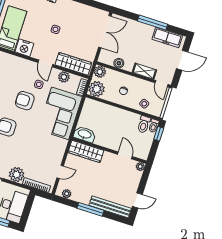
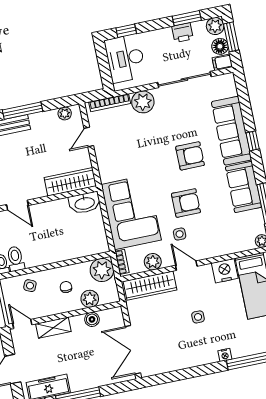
plant: (100, 72) -> (90, 299), moved

